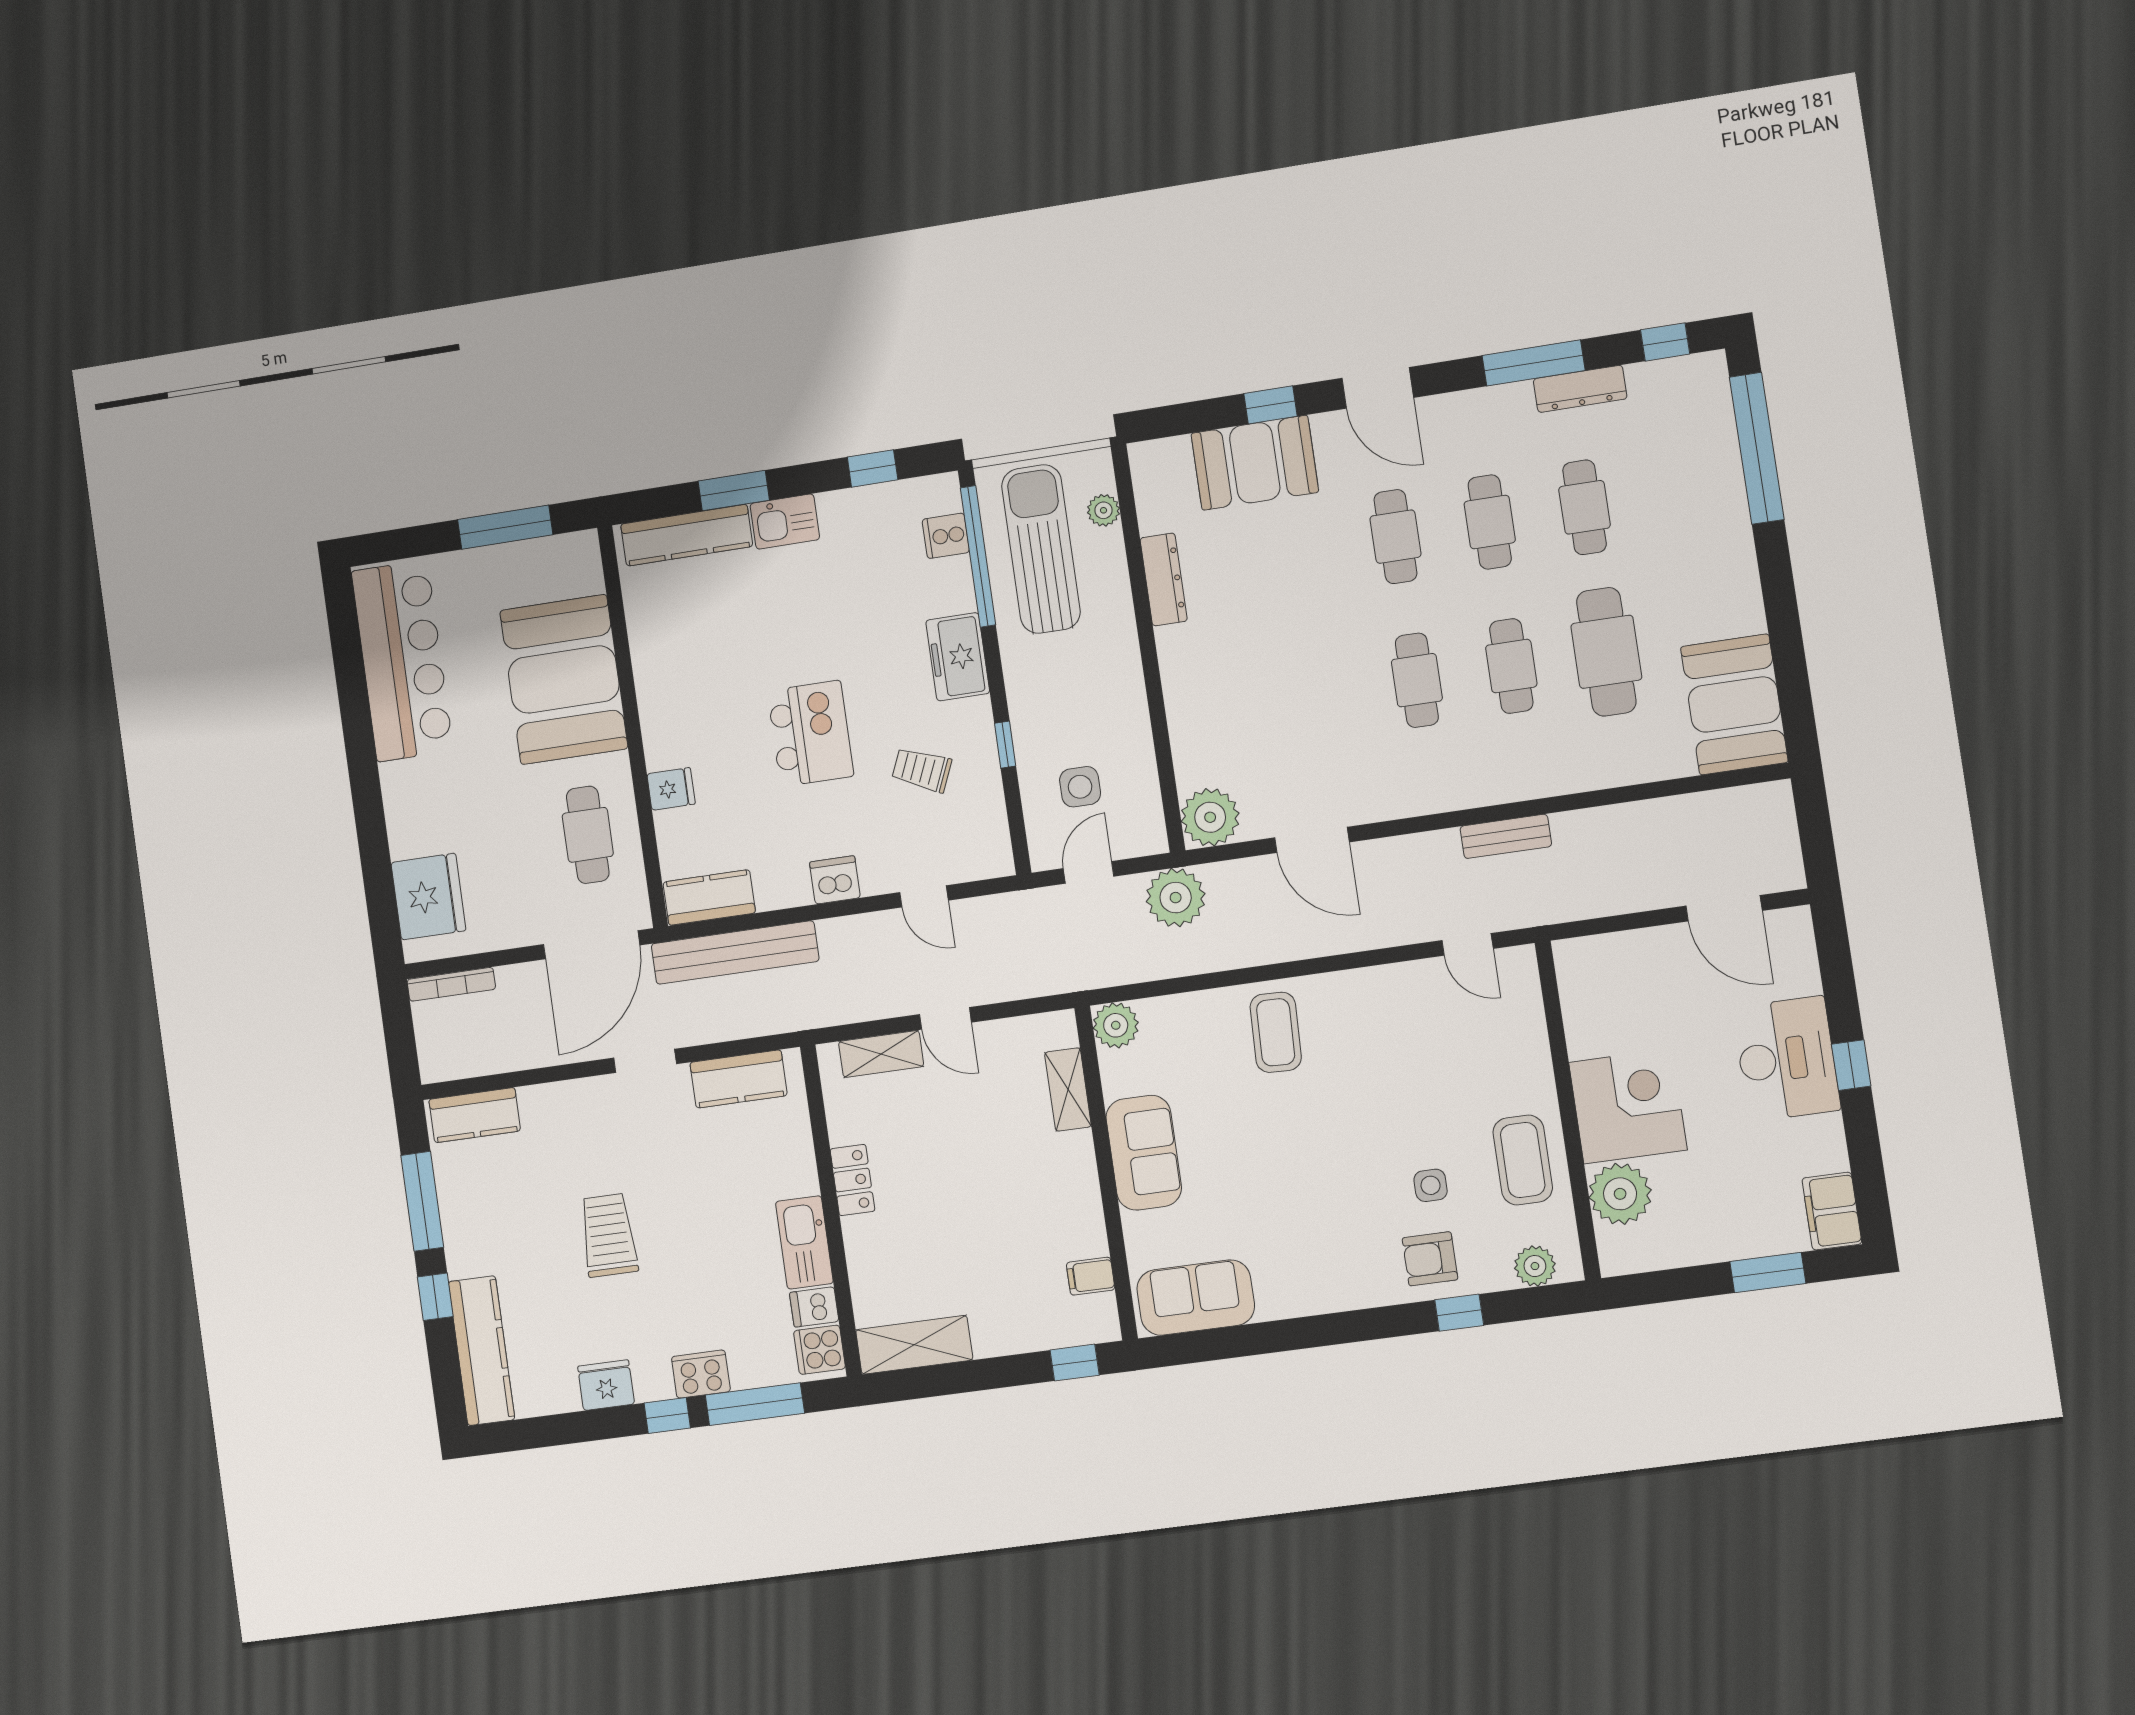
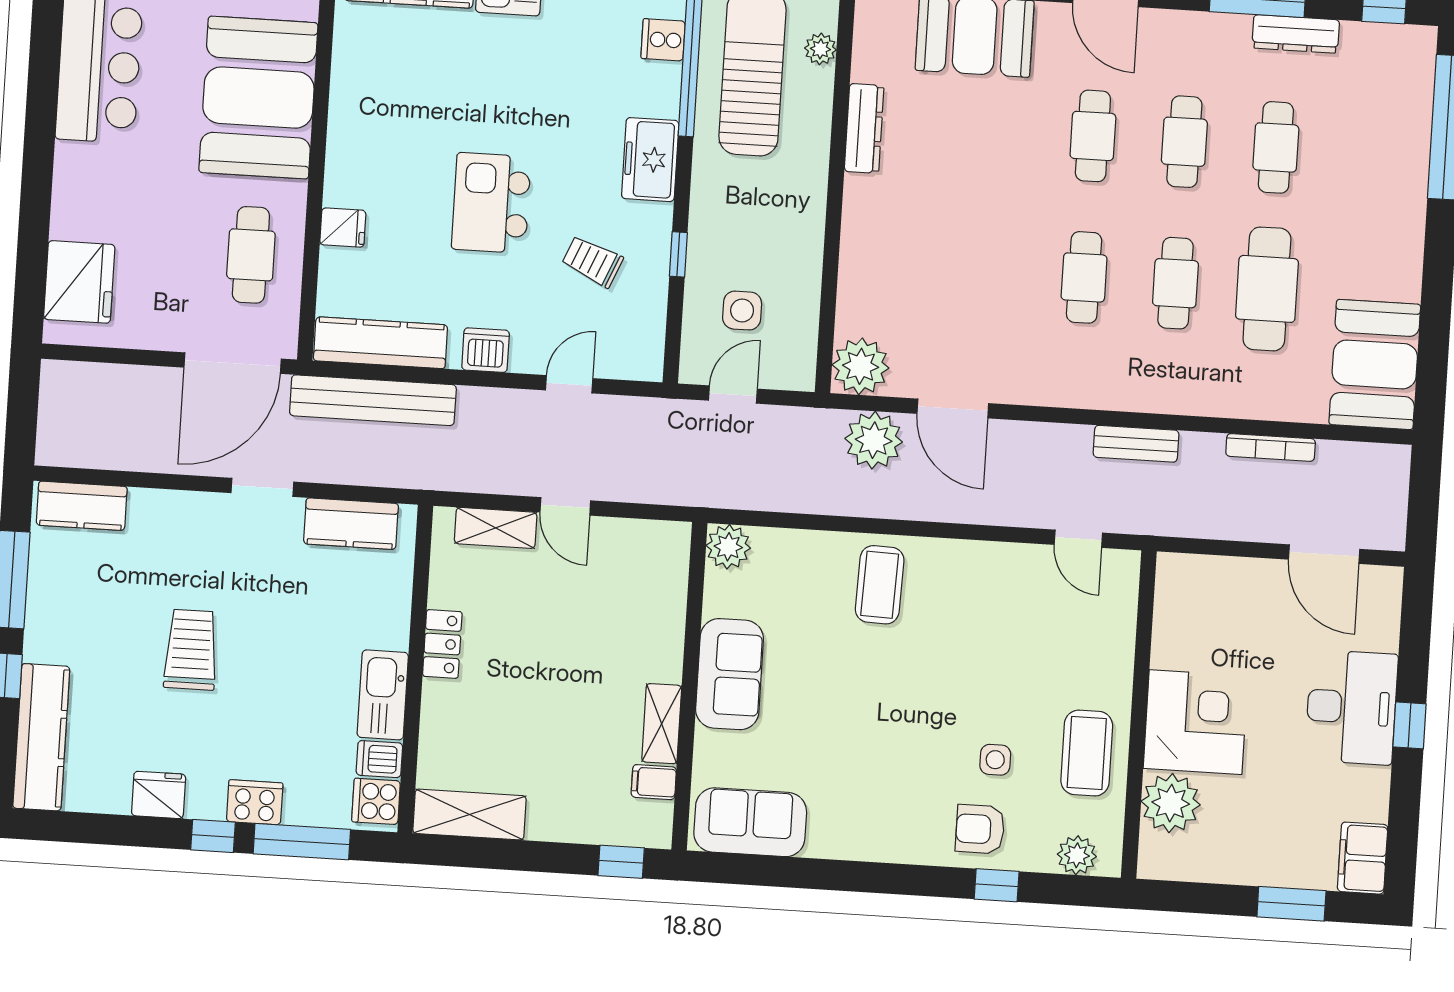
kitchen island: (810, 733) -> (491, 203), turned 180
door: (924, 896) -> (569, 384), swing flipped
kitchen counter: (709, 897) -> (381, 343), width x1.50
plant: (1176, 898) -> (874, 440), moved
bookcase: (451, 984) -> (1271, 447), moved
shelving: (1068, 1090) -> (662, 724), moved

